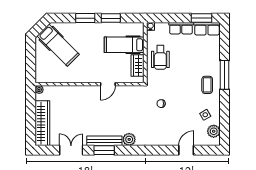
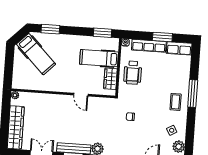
window: (85, 18) -> (50, 29), moved
window: (111, 18) -> (102, 33), moved
window: (202, 18) -> (162, 37), moved
row of seats: (181, 28) -> (149, 46), width x1.48
door: (108, 84) -> (81, 95), hinge flipped

